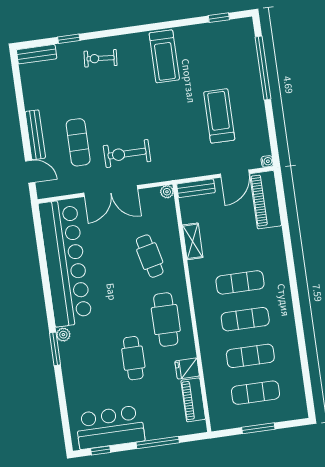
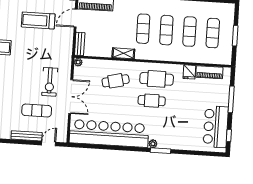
door: (235, 174) -> (76, 18), swing flipped
shelving: (193, 241) -> (123, 53), moved
cafe table: (133, 358) -> (152, 101), moved

